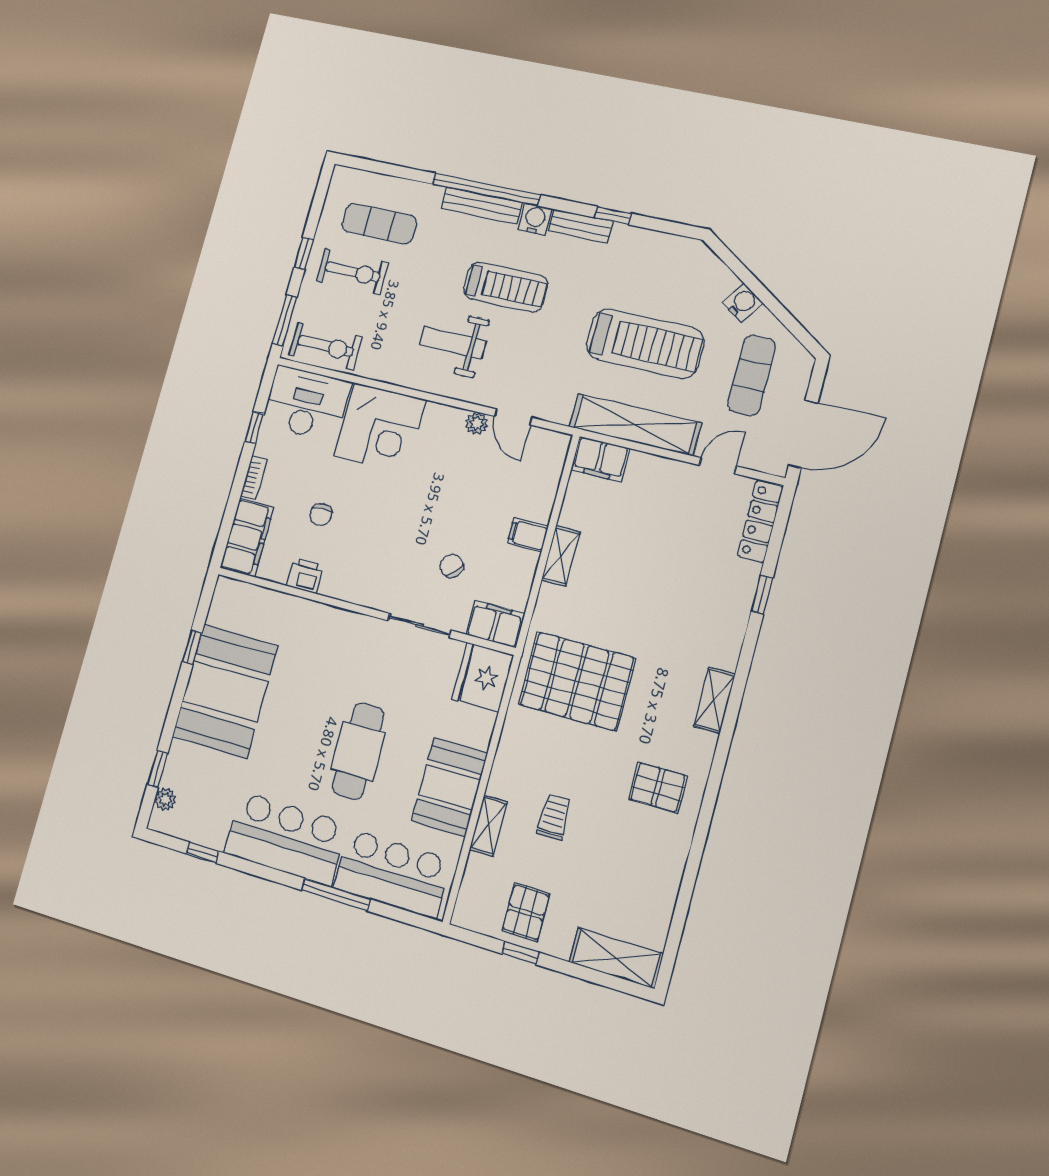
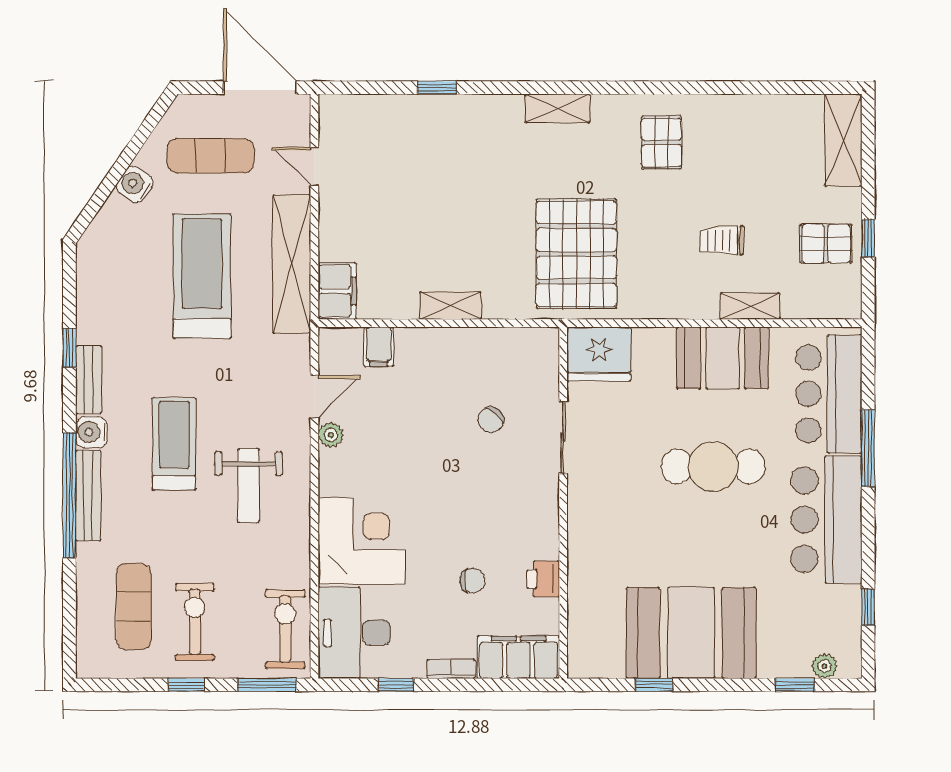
locker: (760, 521) -> (362, 108), removed
filing cabinet: (528, 535) -> (379, 347), moved
filing cabinet: (495, 624) -> (540, 356), removed

